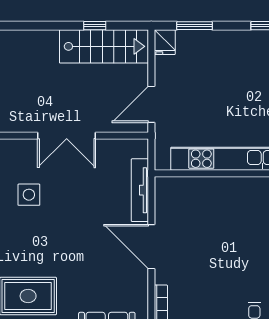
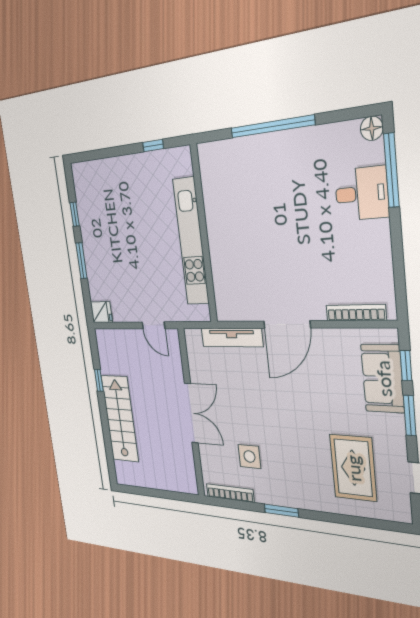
window: (195, 26) -> (81, 261), moved
stairs: (104, 46) -> (120, 419), moved
door: (151, 104) -> (153, 325), width x0.73

